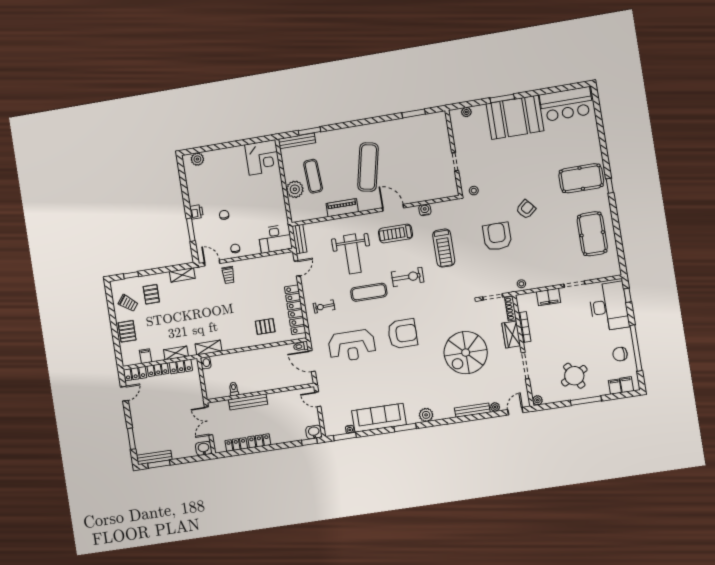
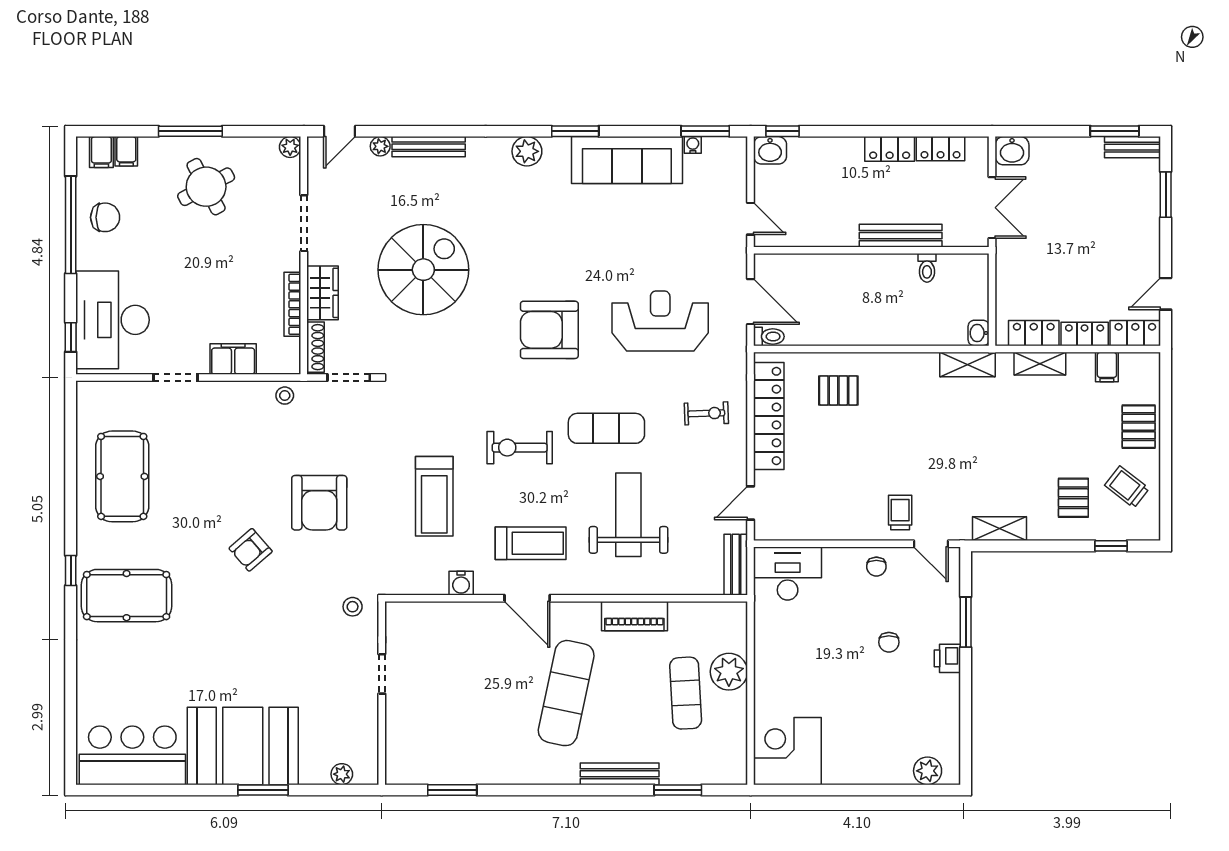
bench: (297, 141) -> (620, 774), moved
treadmill: (444, 248) -> (434, 496), turned 180
bench: (154, 457) -> (1133, 147), width x0.73

